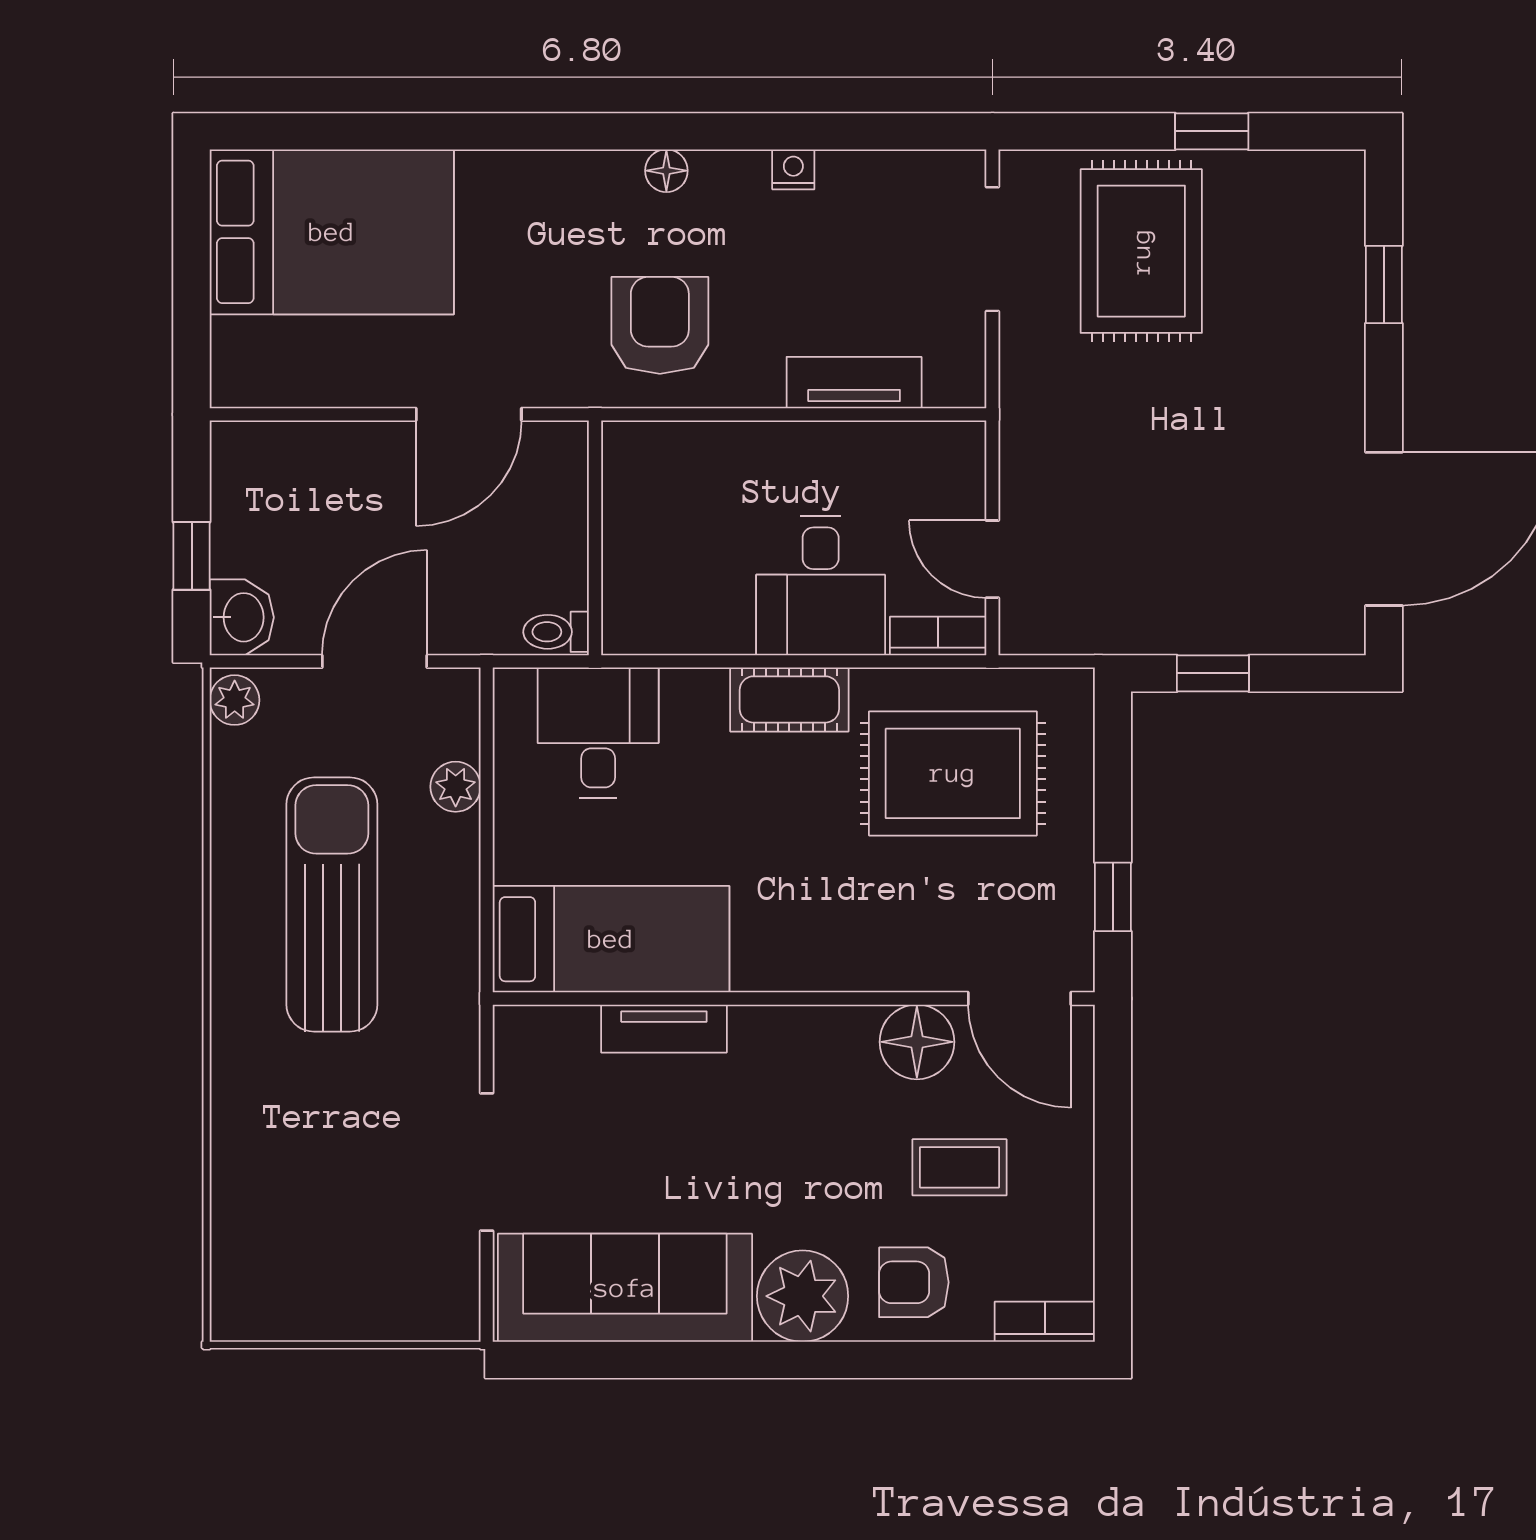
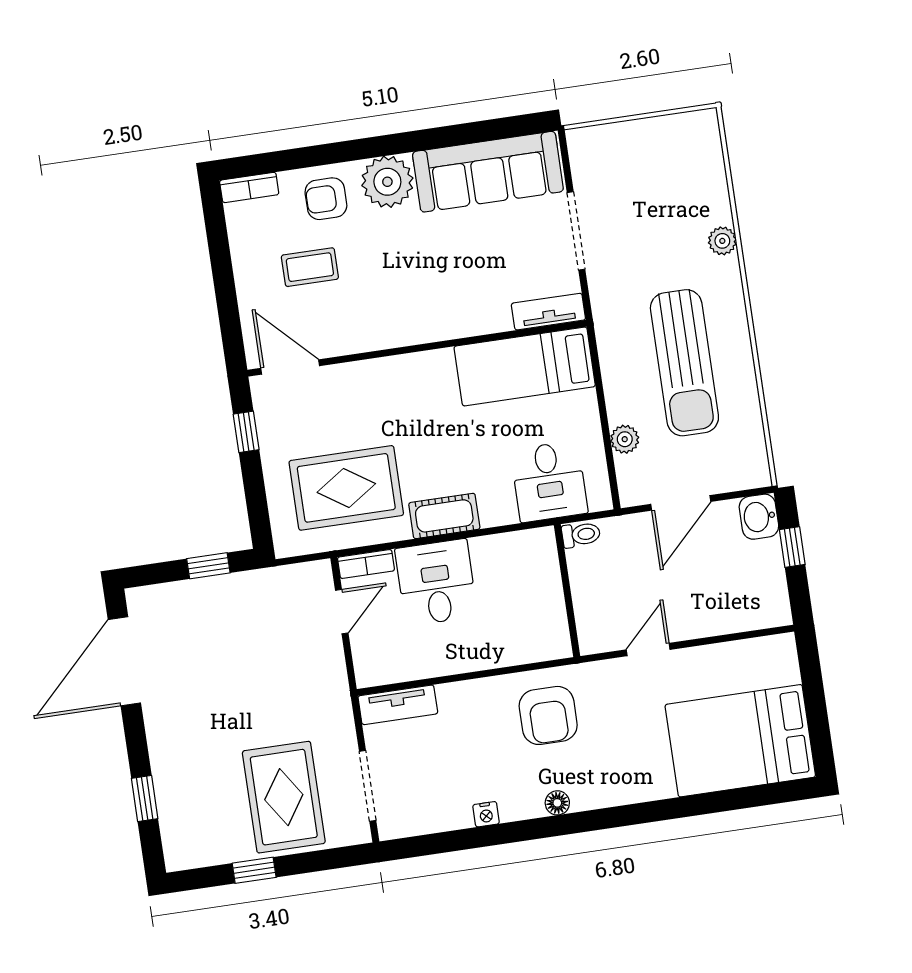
tv unit: (854, 383) -> (398, 705), moved
door: (469, 414) -> (648, 650), width x0.73
door: (992, 559) -> (342, 612), hinge flipped
plant: (235, 700) -> (722, 241), moved
tv unit: (664, 1029) -> (548, 312), moved
floor lamp: (917, 1042) -> (344, 334), removed
armchair: (914, 1282) -> (326, 199), turned 180

